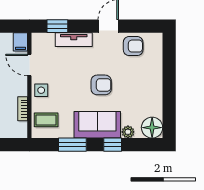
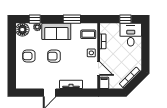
window: (57, 26) -> (81, 93), removed
armchair: (133, 46) -> (29, 56), moved
window: (113, 145) -> (35, 19), moved

